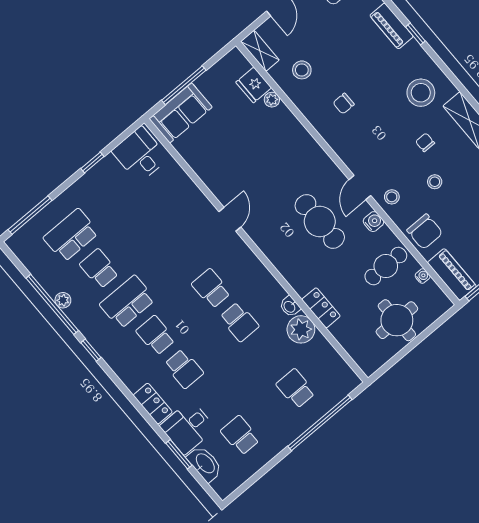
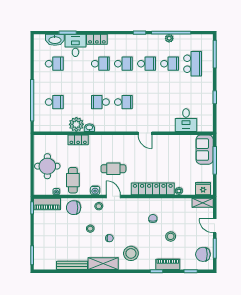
stool: (302, 70) -> (171, 236), moved
fridge: (254, 85) -> (203, 189), moved
locker: (301, 140) -> (153, 189), added
desk: (140, 155) -> (186, 120), moved, turned 90
cafe table: (320, 221) -> (113, 169), width x0.73, depth x0.74
school desk: (127, 302) -> (146, 64), width x0.54
school desk: (184, 369) -> (100, 64), turned 180

